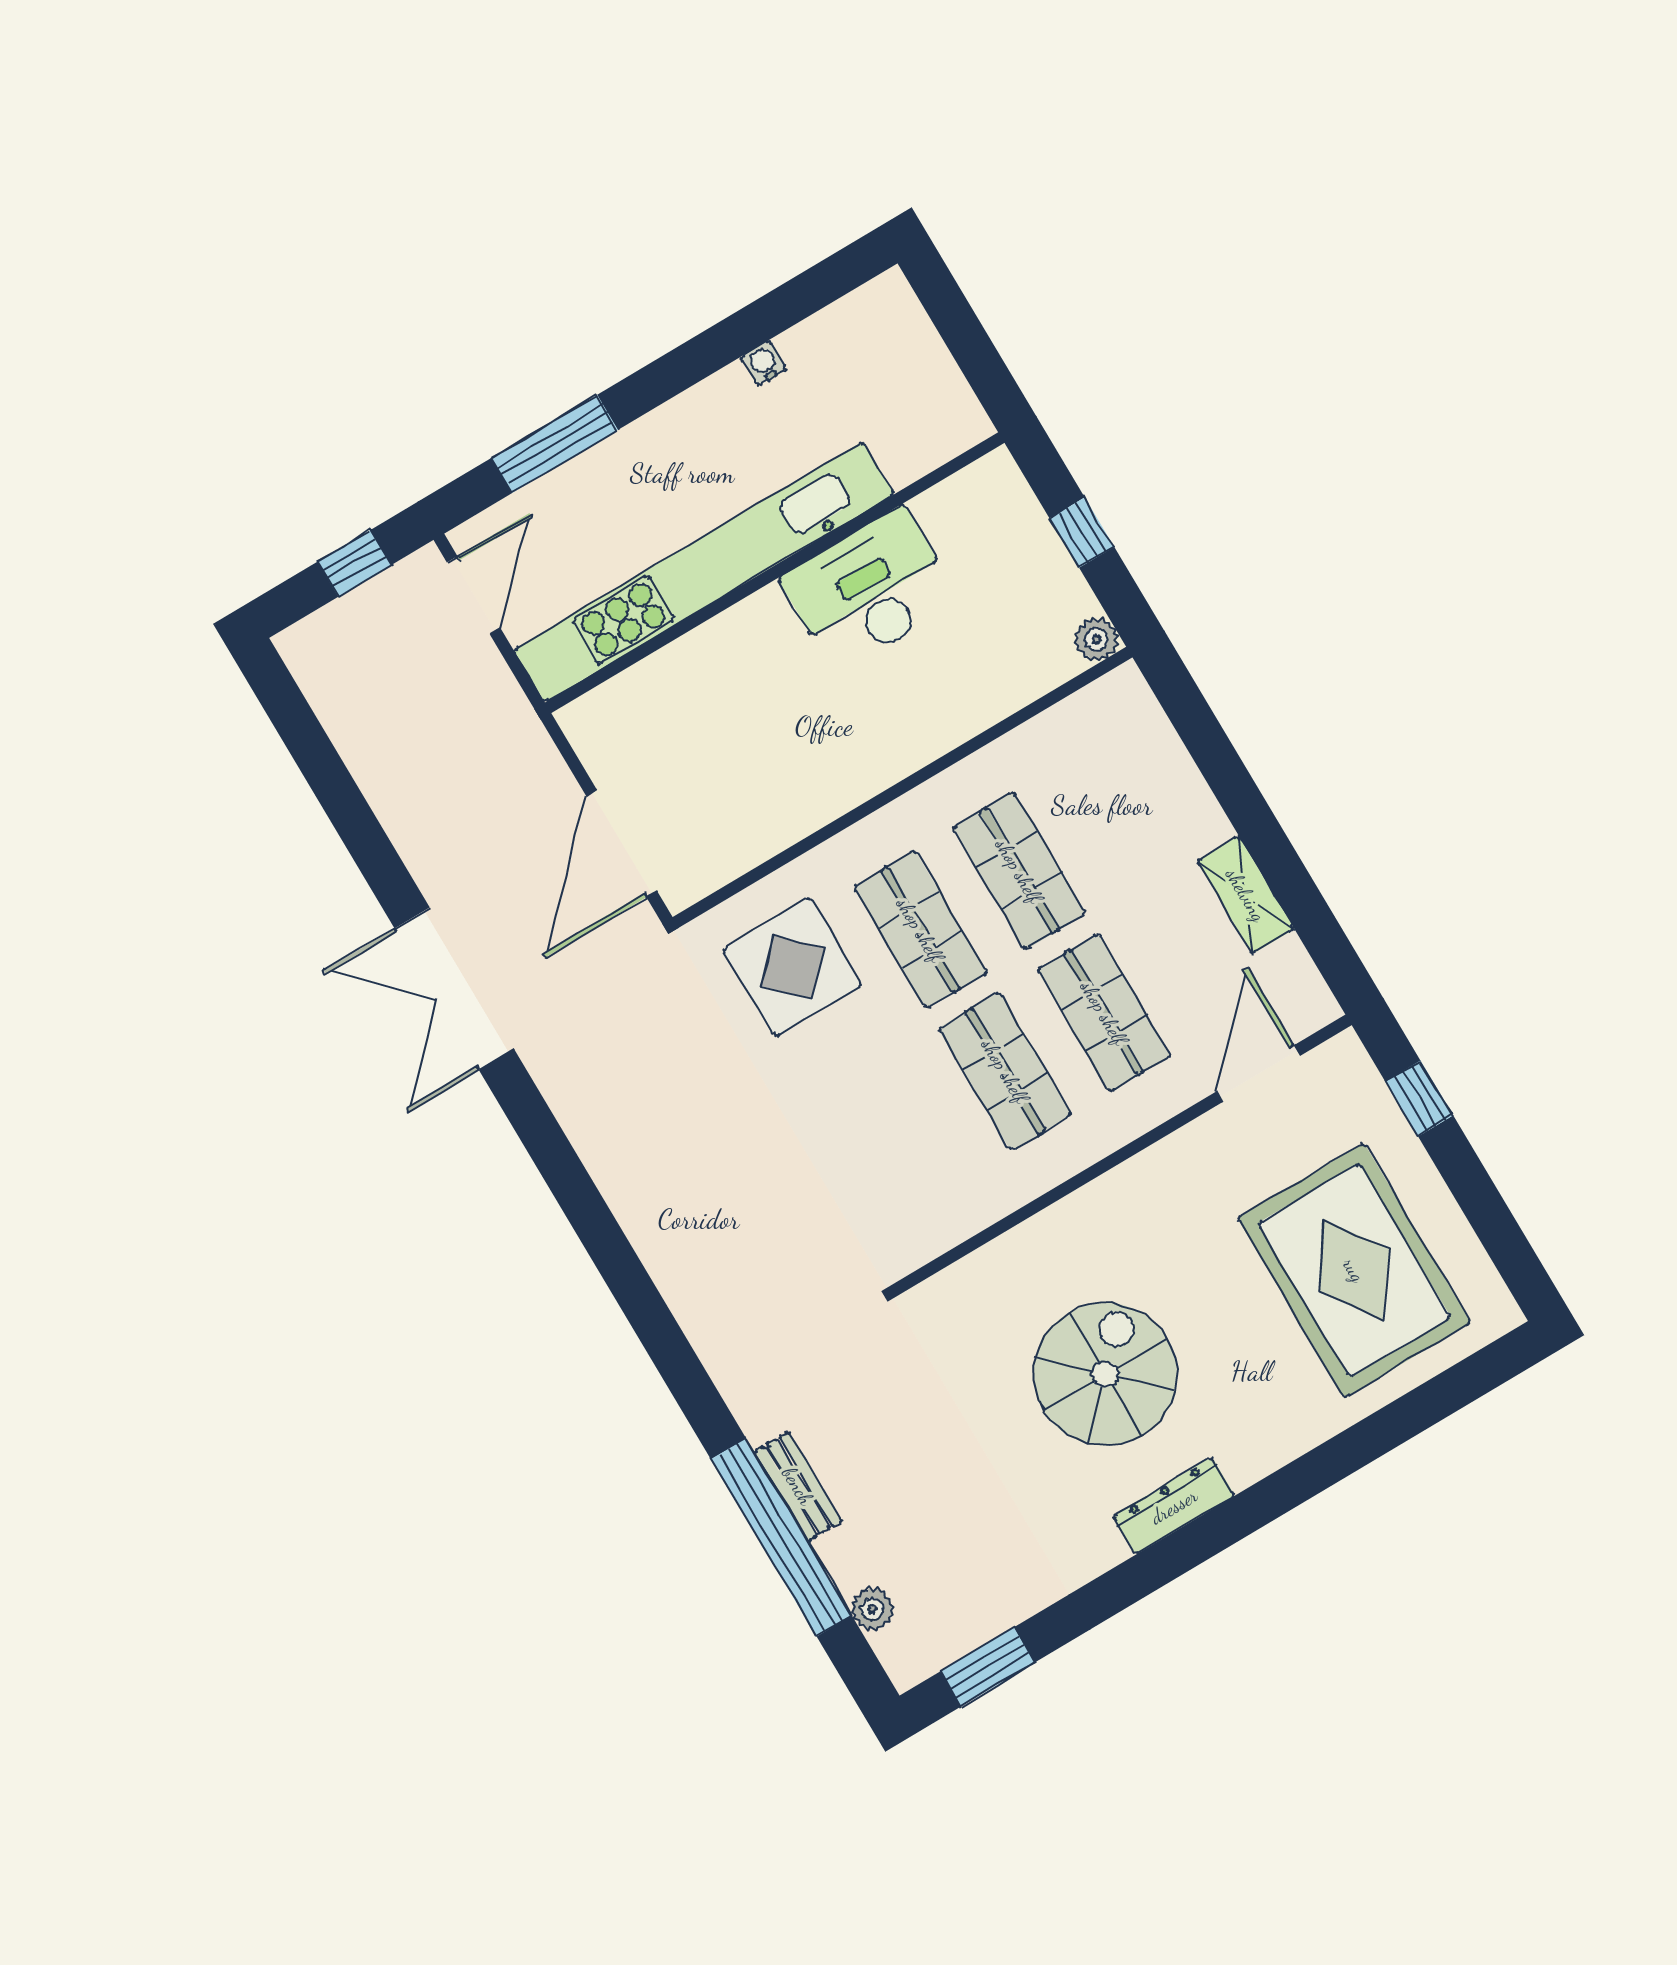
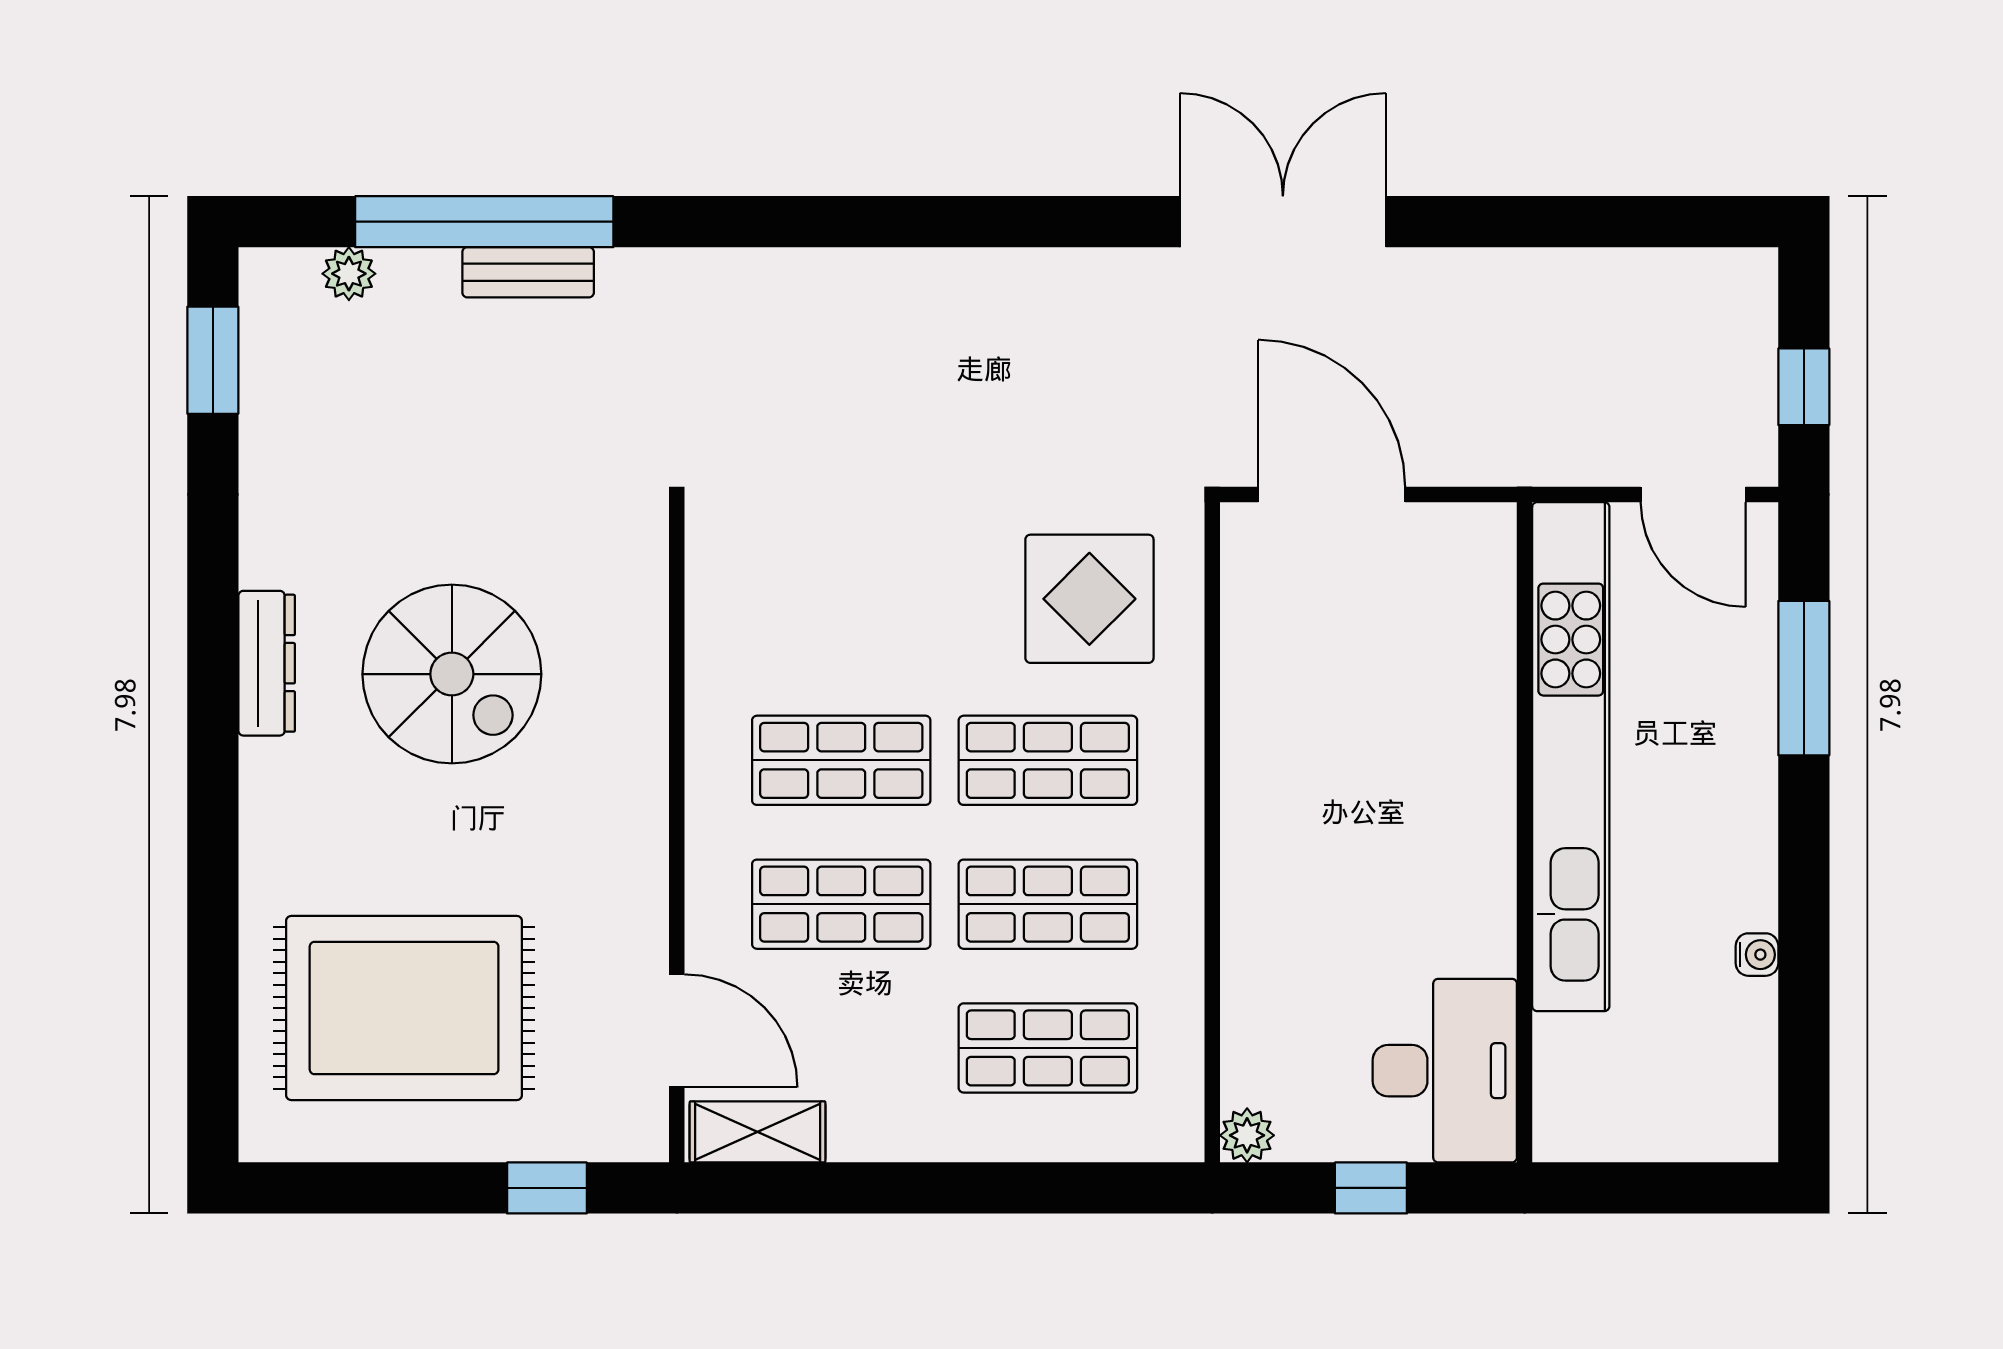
desk: (870, 590) -> (1445, 1071), moved
shop shelf: (1118, 812) -> (1048, 1048), added
shelving: (1246, 895) -> (758, 1132), moved

